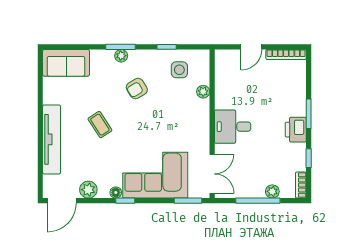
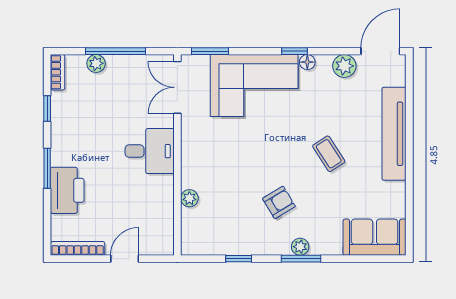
side table: (179, 70) -> (222, 228), removed
printer: (296, 130) -> (67, 190), moved, width x1.37, depth x1.19

